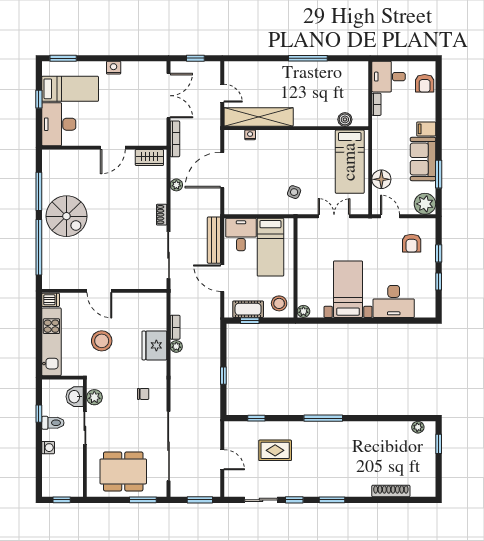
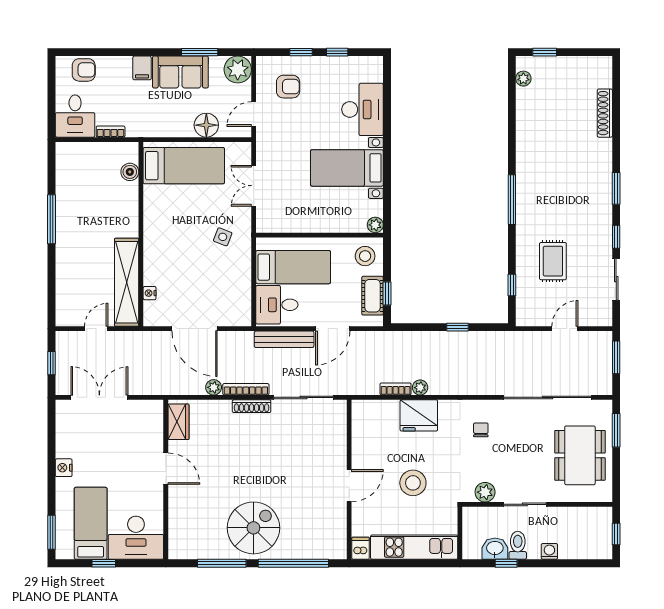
bookcase: (175, 139) -> (246, 389), moved
shoe rack: (162, 215) -> (252, 406), width x1.43
washbasin: (75, 397) -> (495, 549), moved, turned 180

